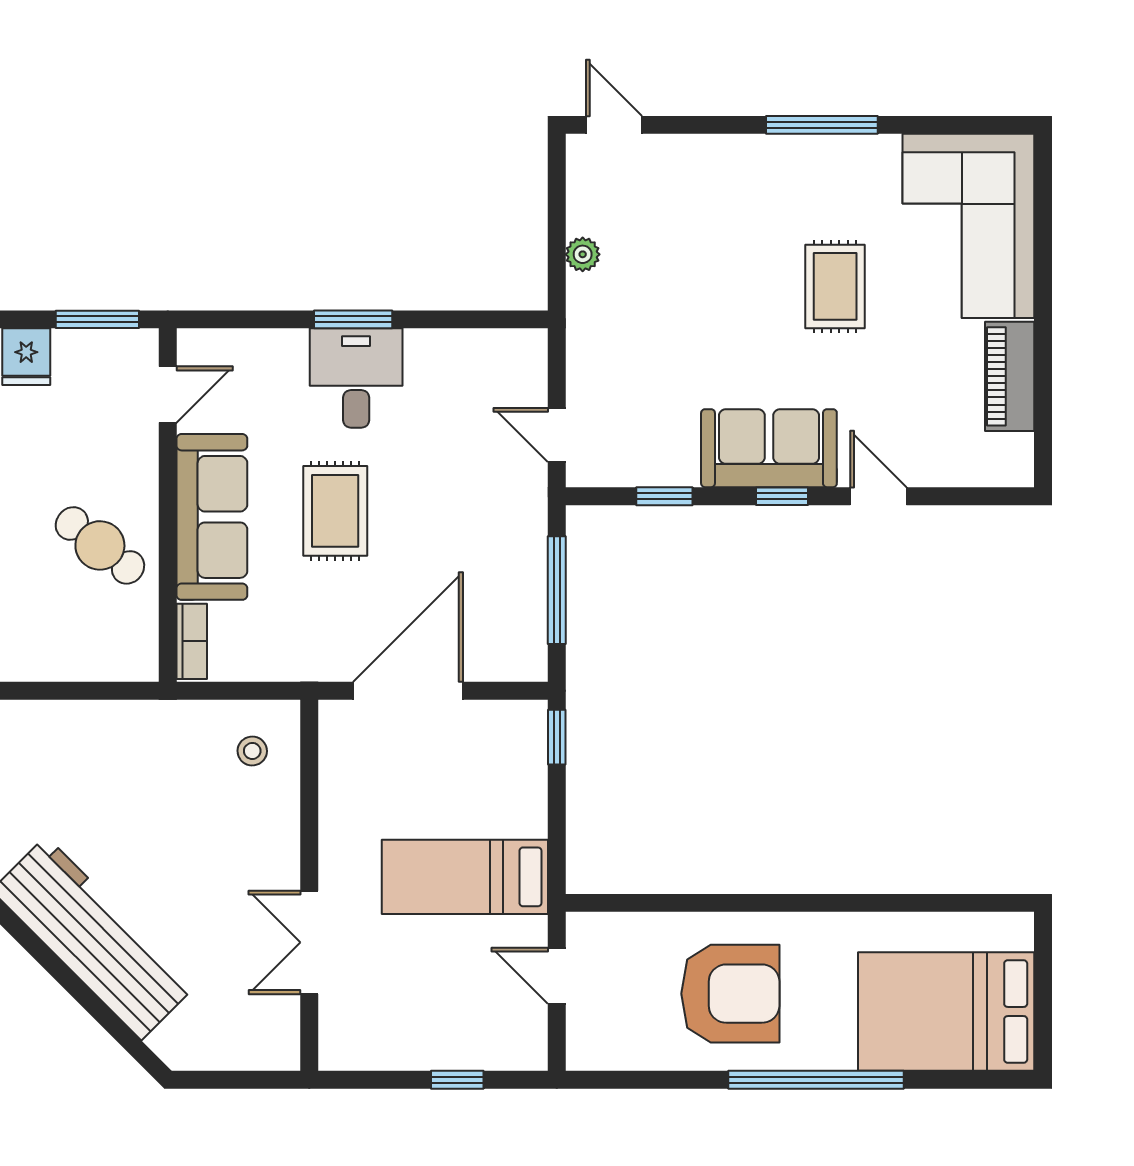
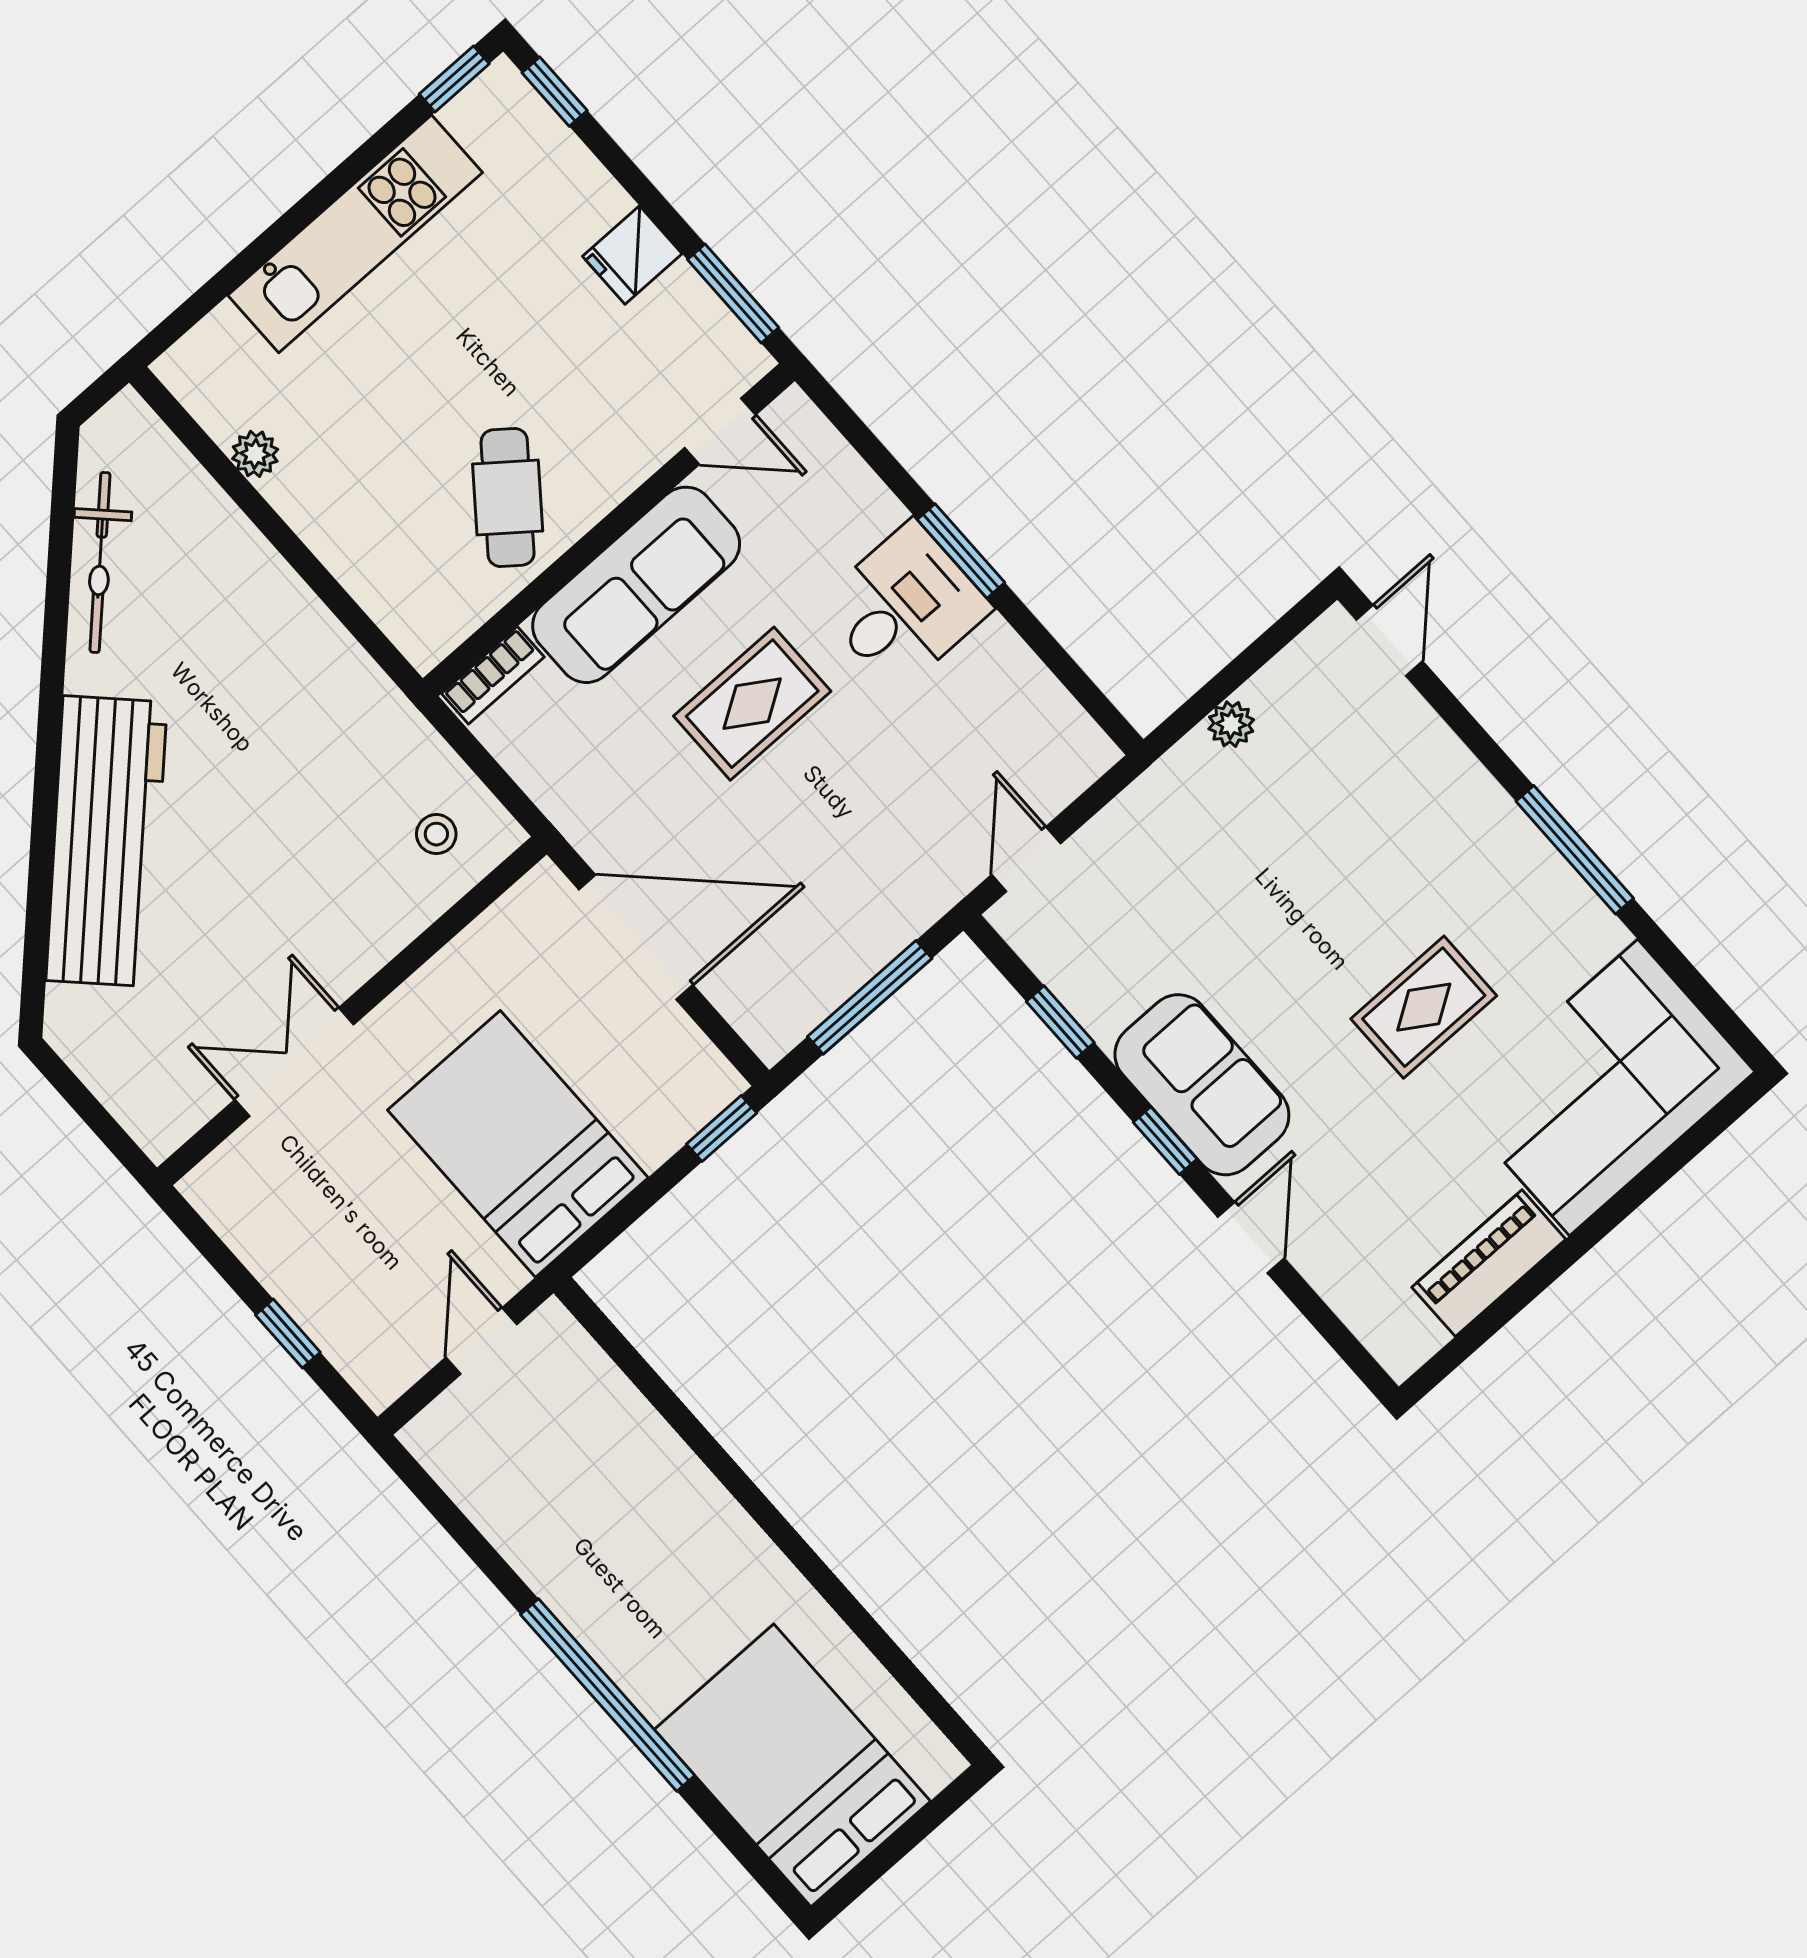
bed: (465, 877) -> (518, 1144), width x1.50
armchair: (730, 994) -> (618, 1532), removed

